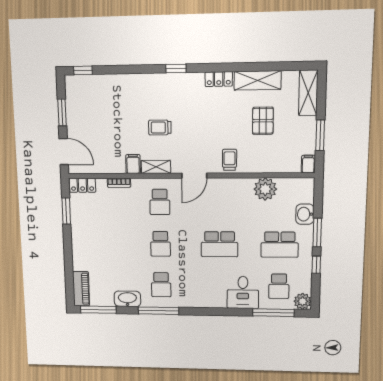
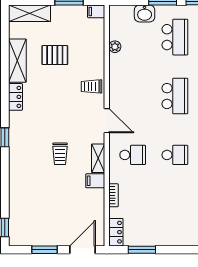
plant: (265, 189) -> (115, 47), width x0.53, depth x0.53

